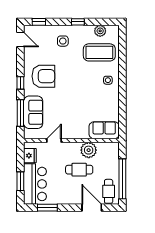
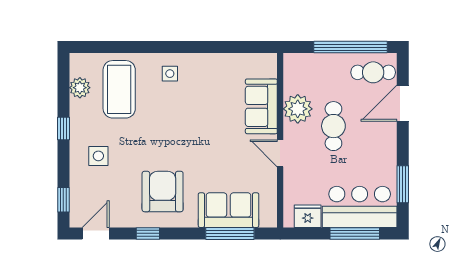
window: (20, 83) -> (148, 233), moved
sofa: (104, 130) -> (261, 106), moved
door: (54, 141) -> (280, 153), moved
window: (20, 181) -> (355, 233), width x1.44

